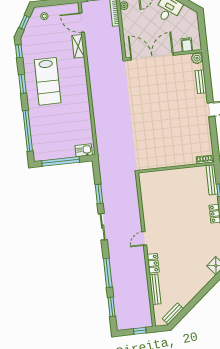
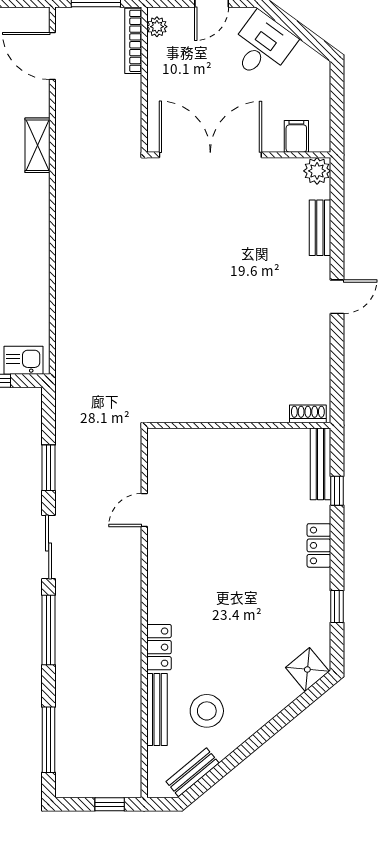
shelving: (78, 46) -> (38, 145), moved
door: (144, 238) -> (144, 510), moved
window: (108, 273) -> (49, 630), moved
stool: (176, 288) -> (207, 711), added
window: (112, 307) -> (49, 740), width x1.44

